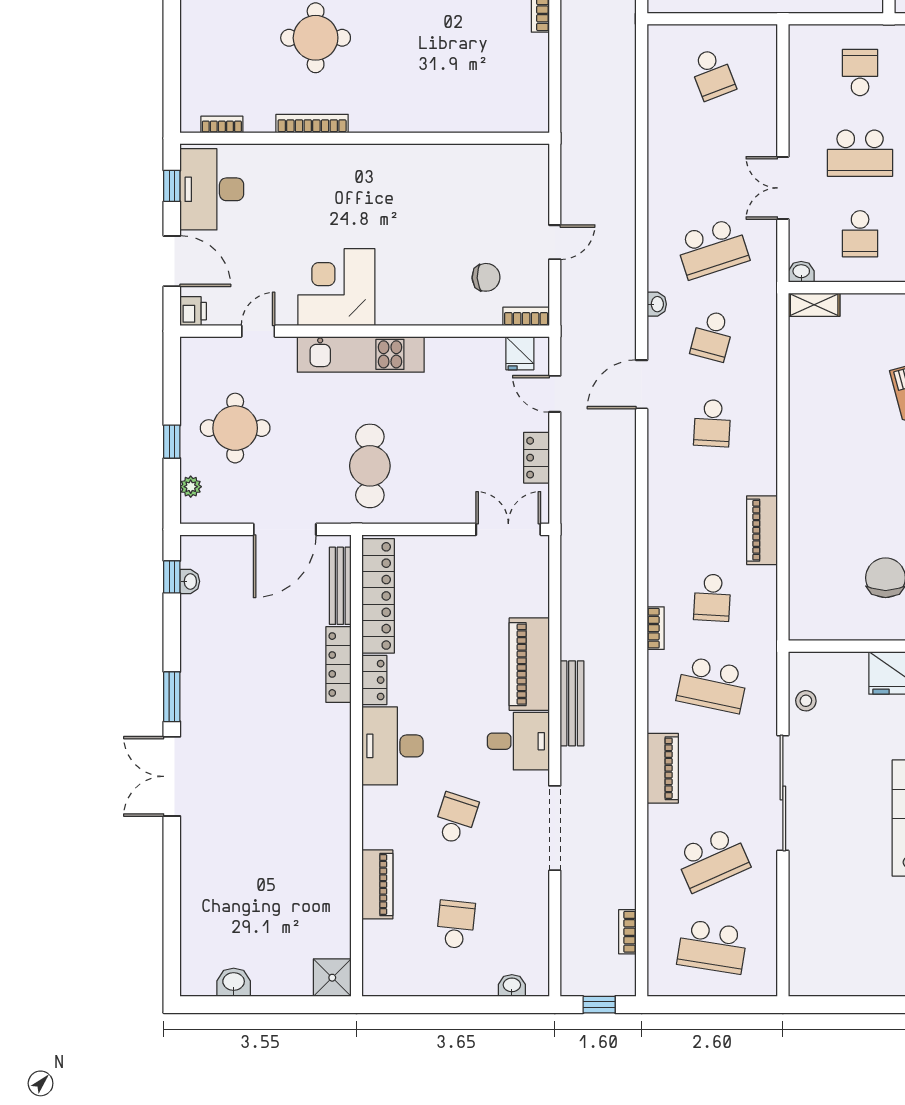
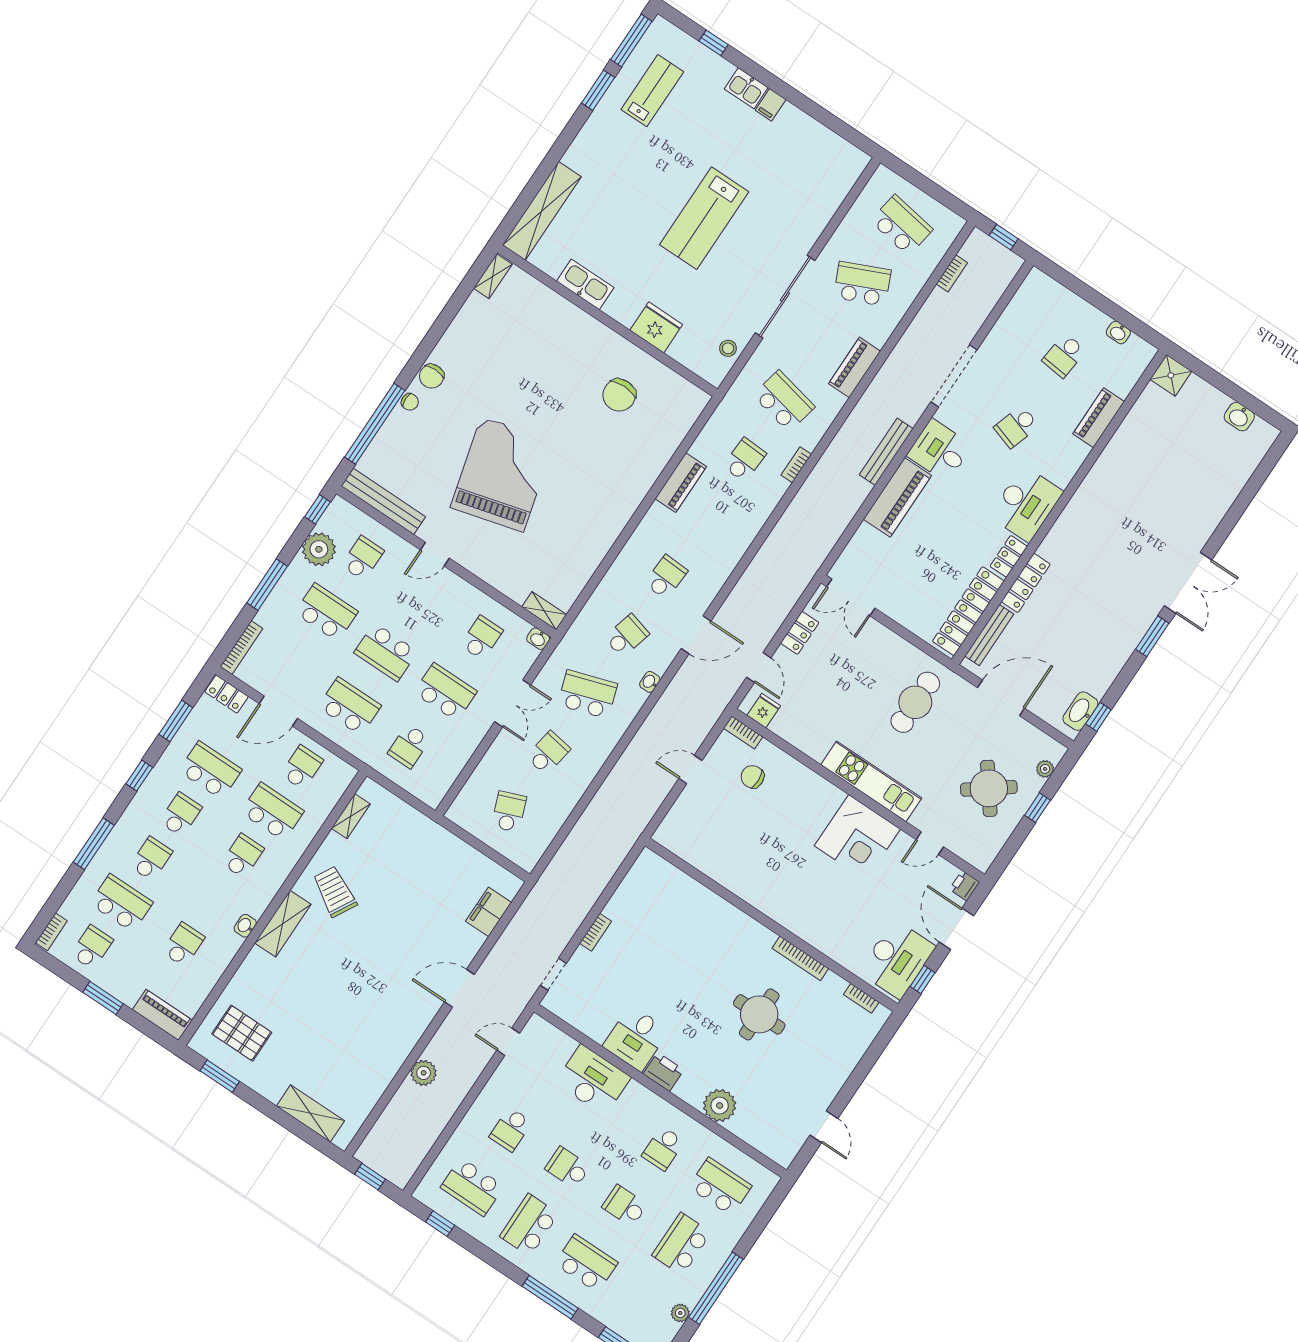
school desk: (712, 161) -> (548, 753), added
round table: (235, 428) -> (989, 788), turned -37
washbasin: (190, 581) -> (1080, 711), width x1.91, depth x1.45
washbasin: (512, 986) -> (1118, 332), moved

